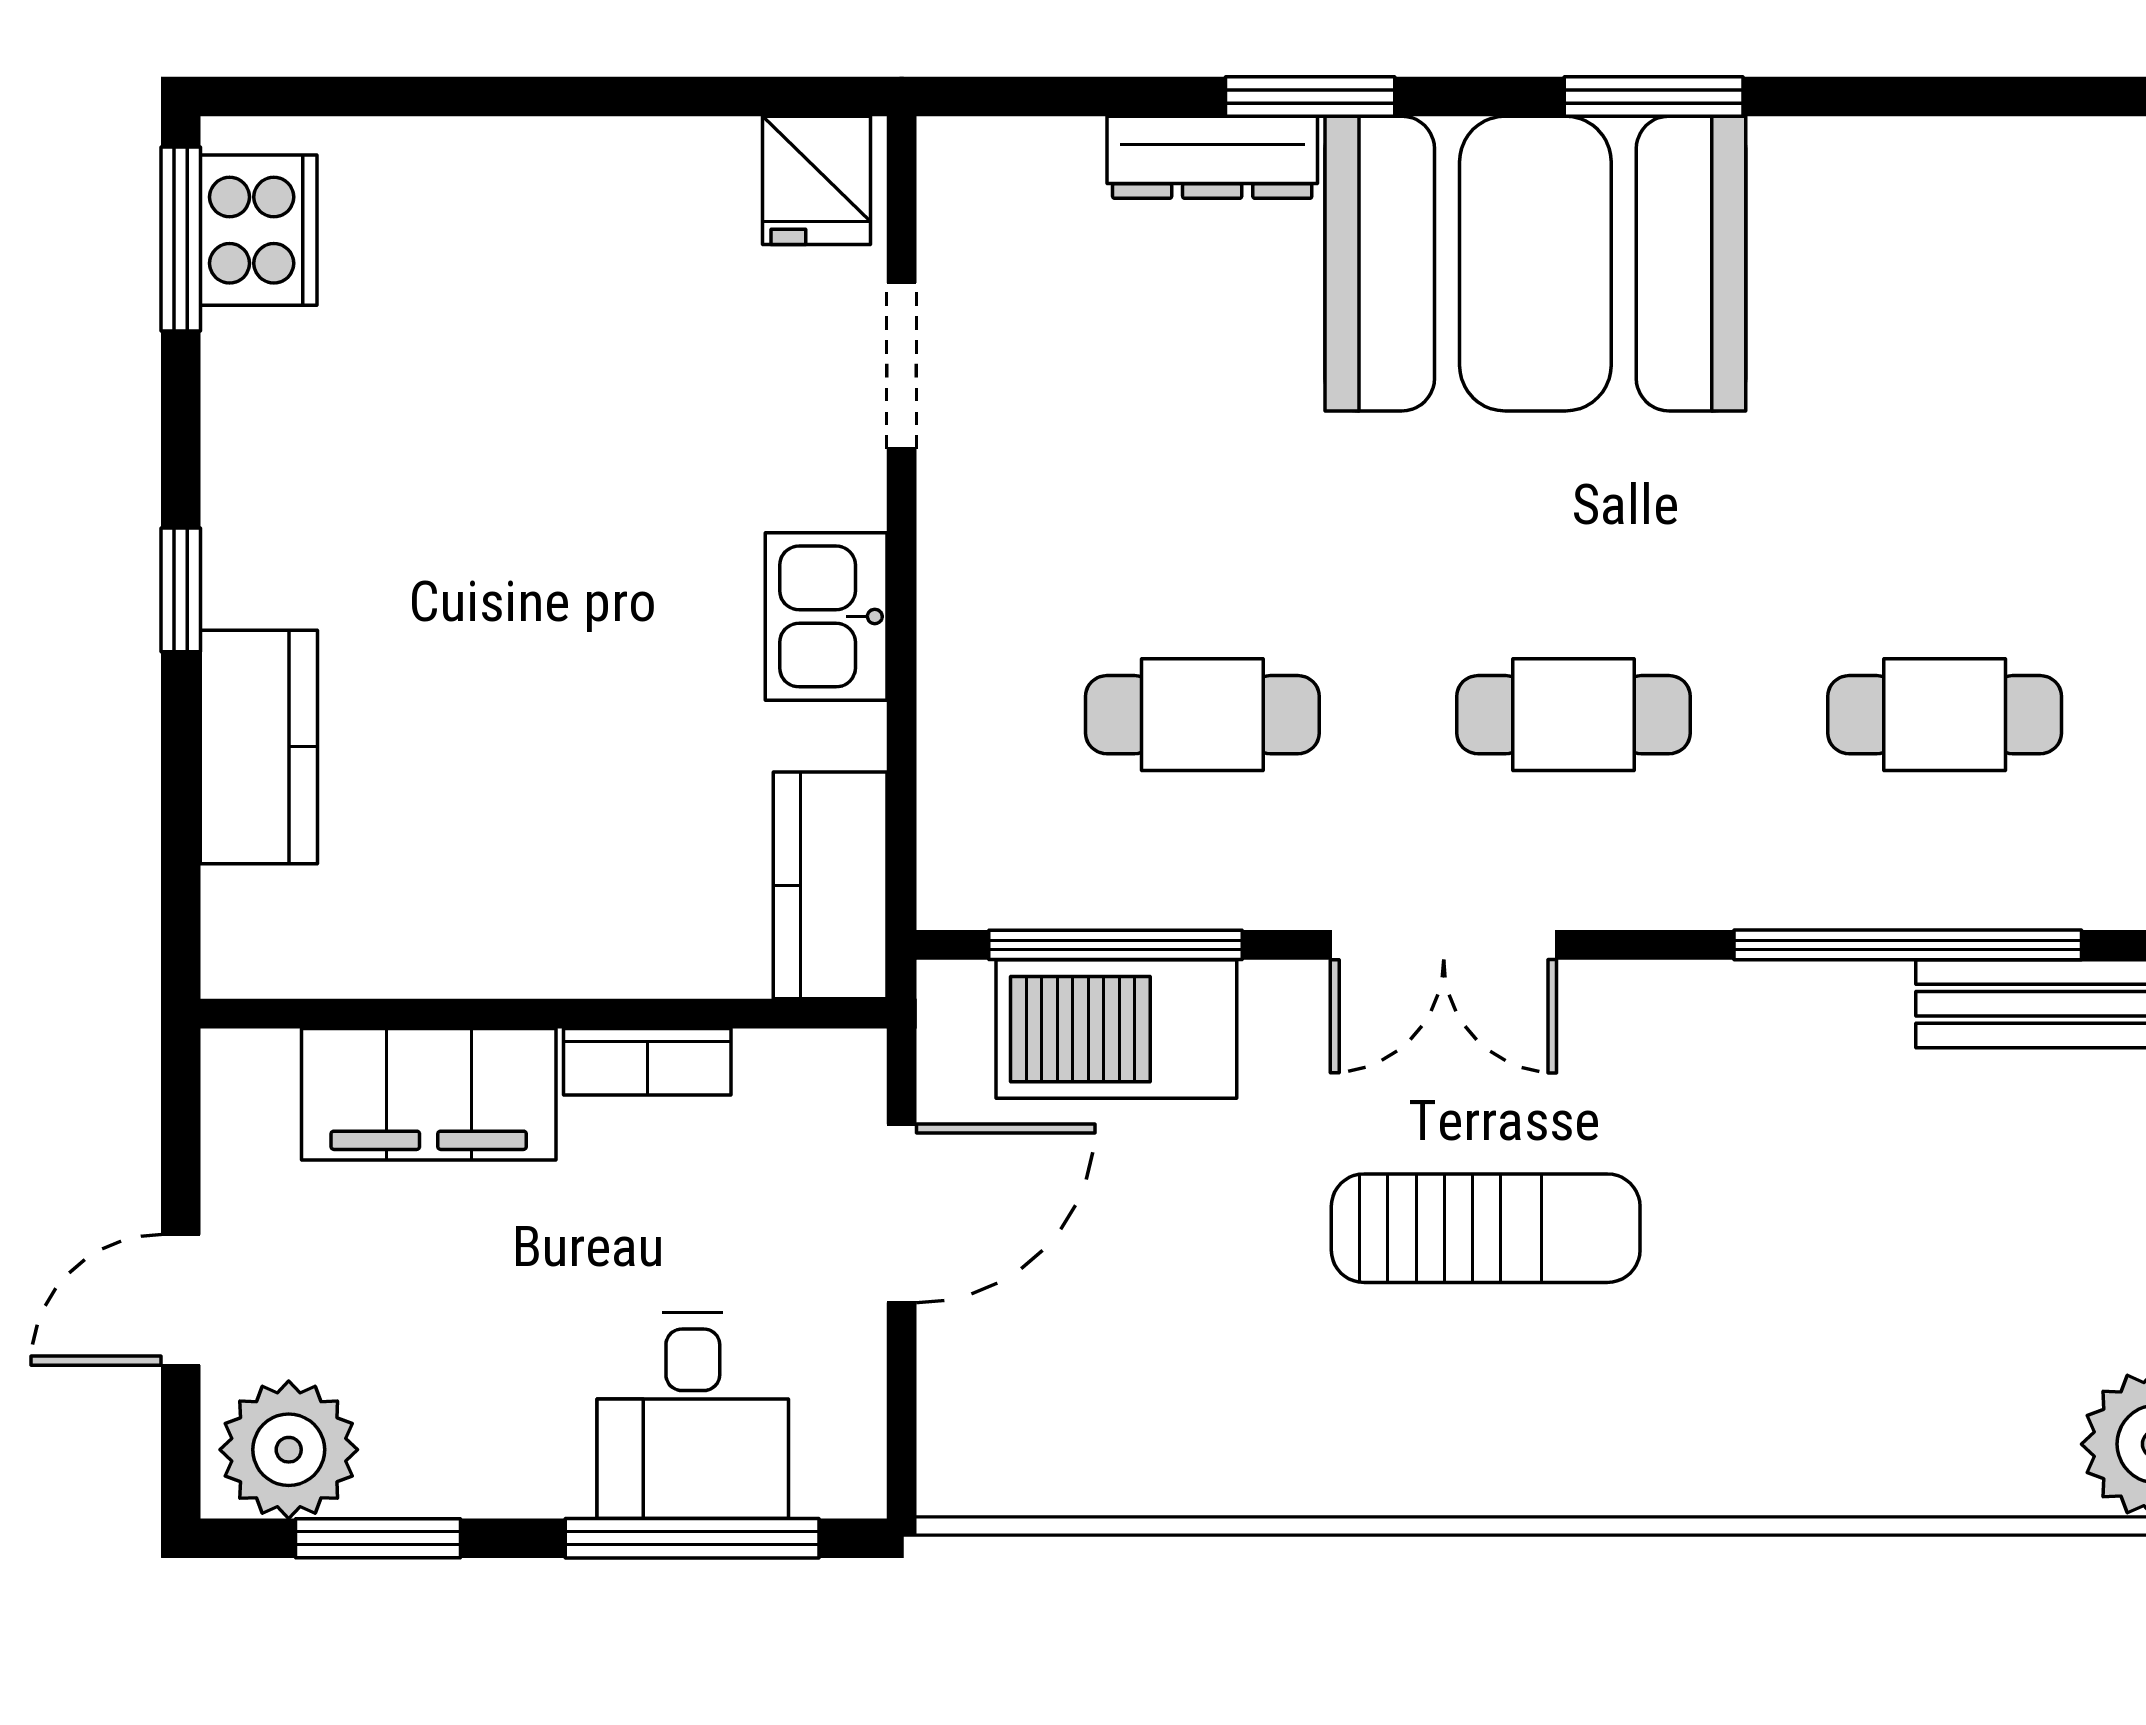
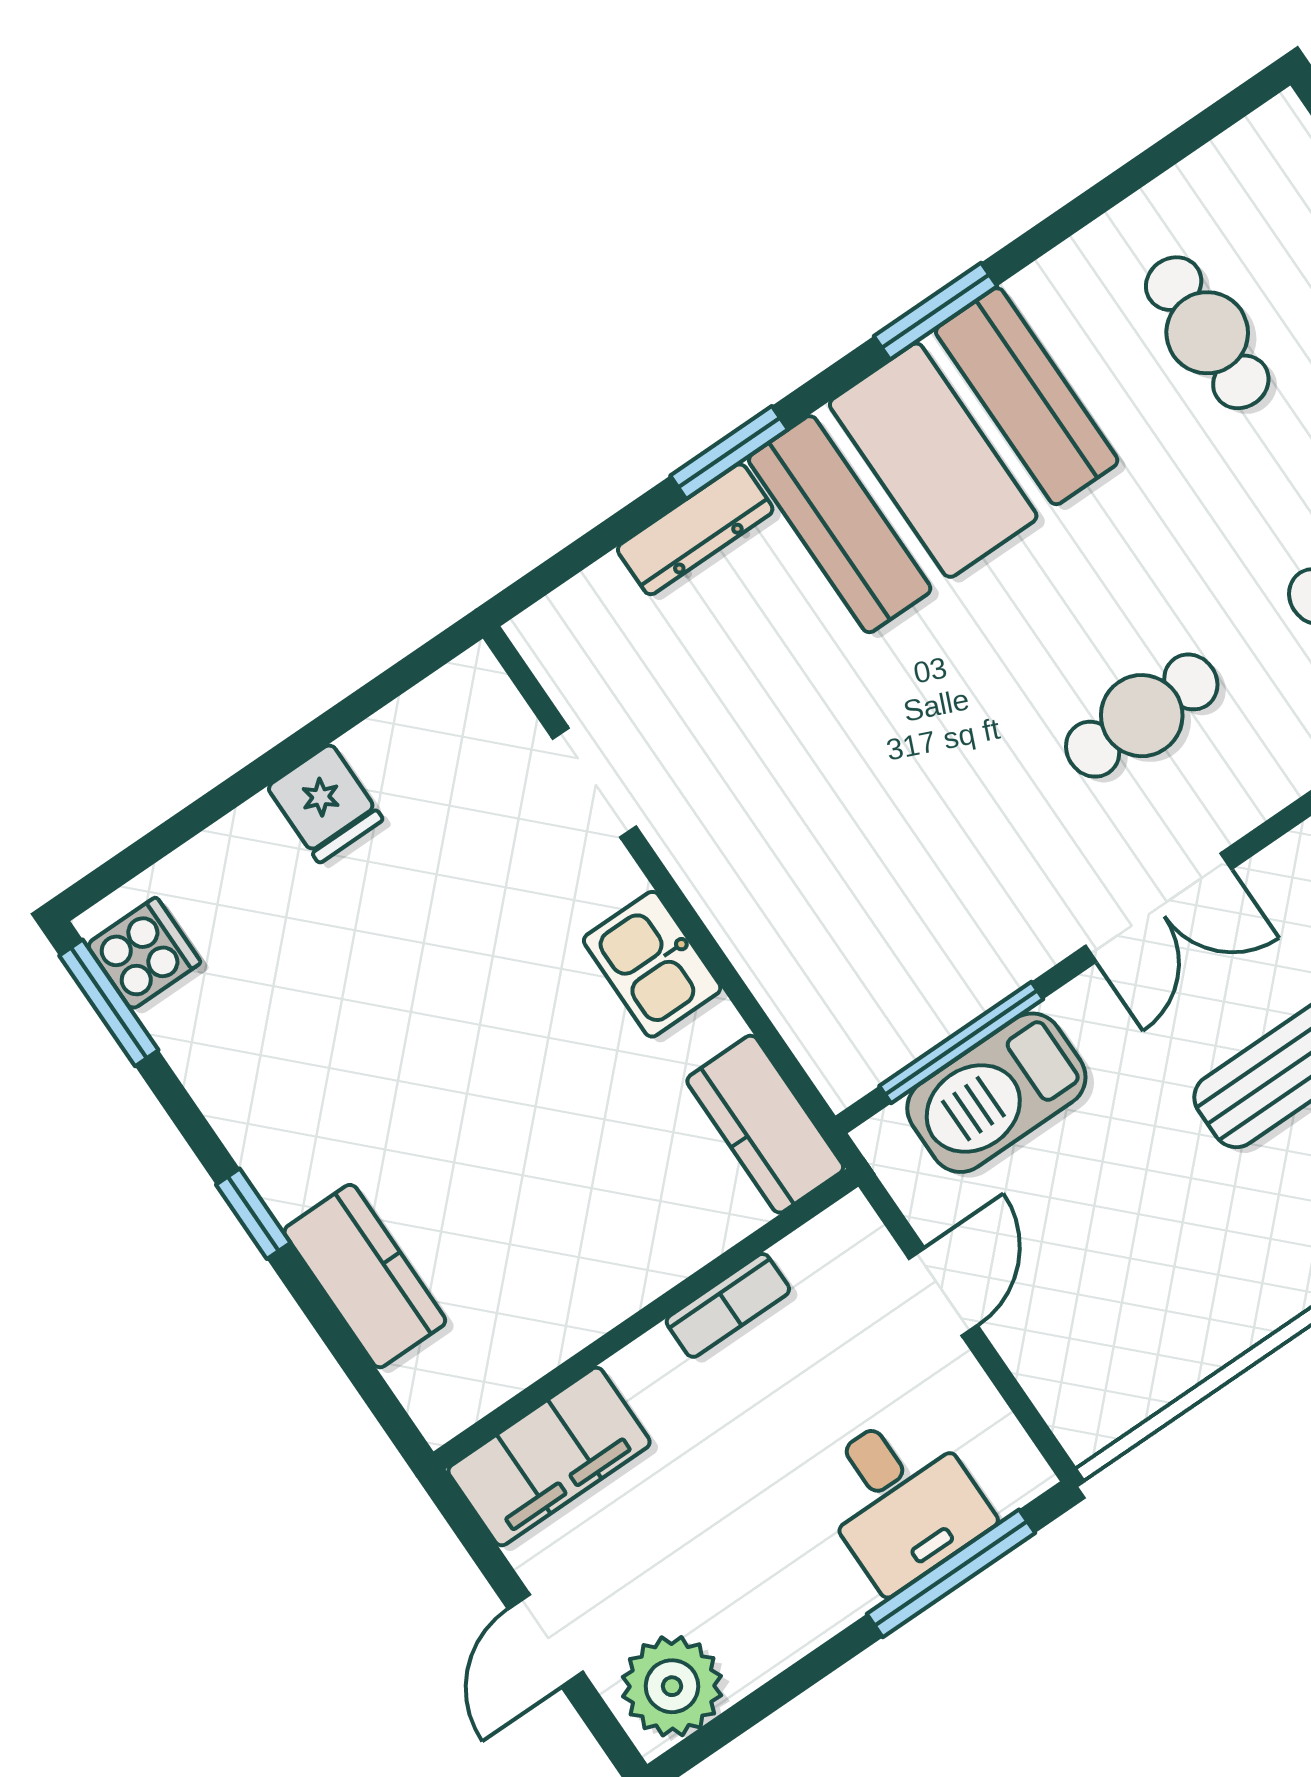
fridge: (816, 180) -> (325, 803), moved
cooker: (259, 230) -> (144, 953), width x0.73
cafe table: (1202, 715) -> (1207, 333), moved, turned 90
filing cabinet: (429, 1094) -> (549, 1457), moved
door: (902, 1213) -> (943, 1292), width x0.73
window: (378, 1538) -> (762, 1703), removed

